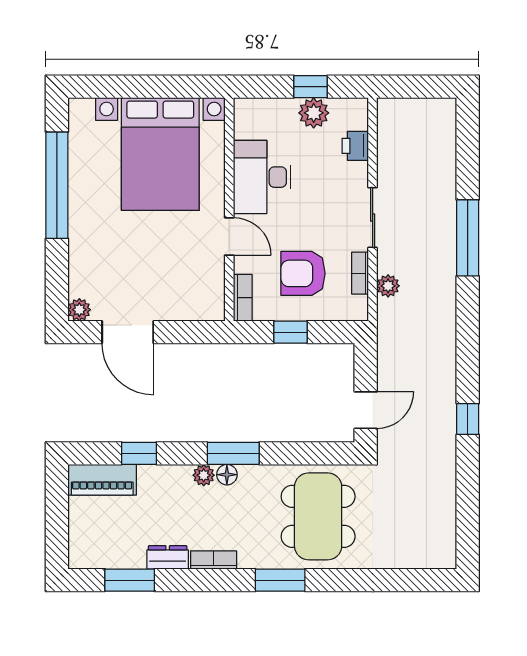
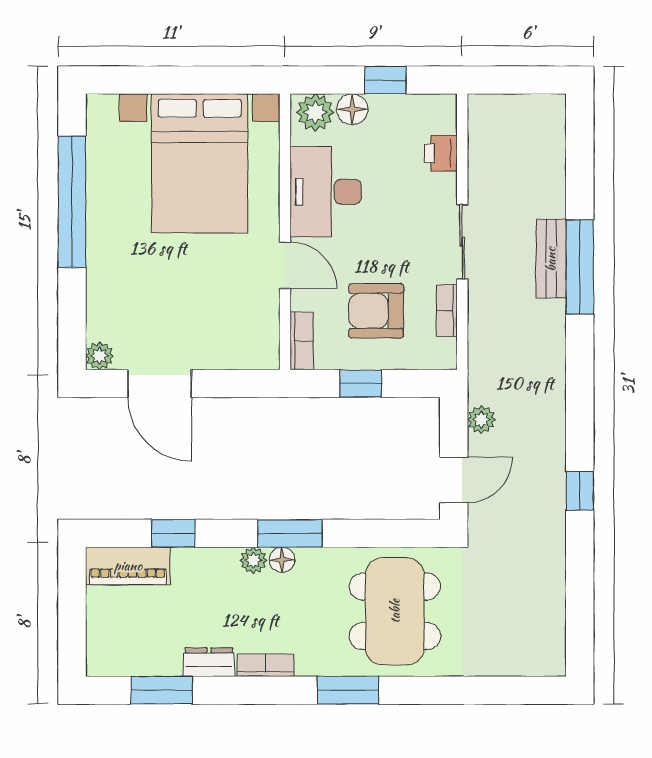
floor lamp: (284, 110) -> (352, 109), added
plant: (314, 113) -> (315, 112), moved
bench: (445, 231) -> (551, 259), added
plant: (388, 286) -> (481, 420), moved

